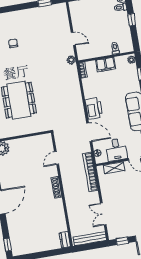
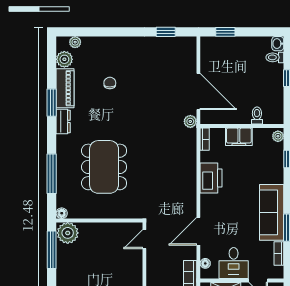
door: (73, 39) -> (198, 92), width x1.88
printer: (94, 108) -> (211, 178), moved
door: (89, 132) -> (198, 231), swing flipped
door: (56, 158) -> (144, 239), moved

